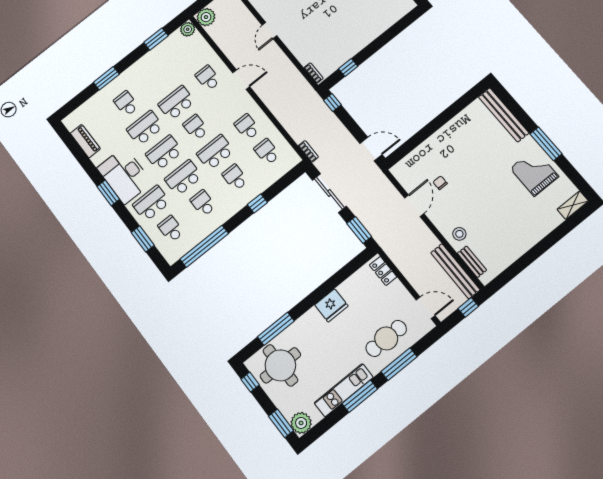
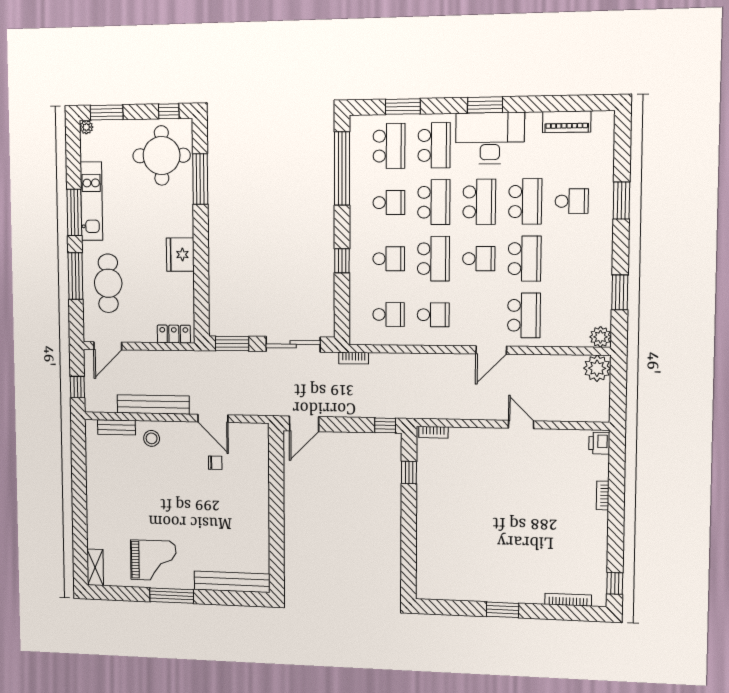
school desk: (208, 78) -> (524, 315), width x1.85
school desk: (171, 229) -> (389, 146), width x1.85
bench: (455, 271) -> (153, 404), moved
plant: (301, 423) -> (86, 127), width x0.53, depth x0.53

